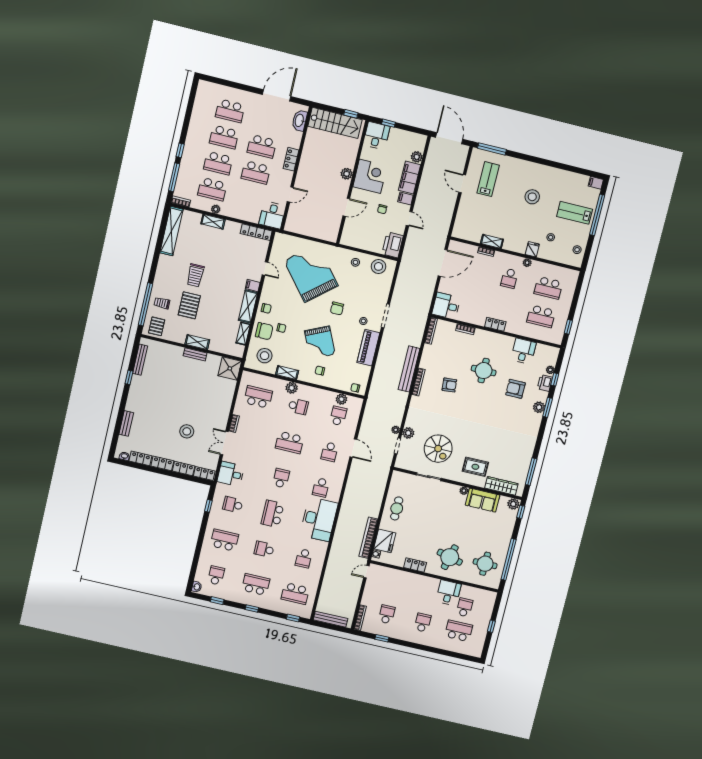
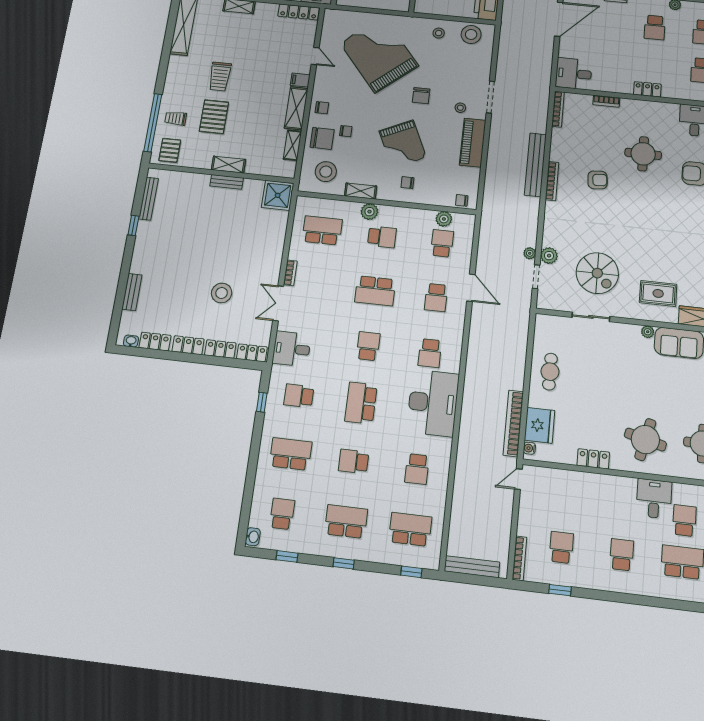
school desk: (295, 594) -> (410, 529), turned 180

